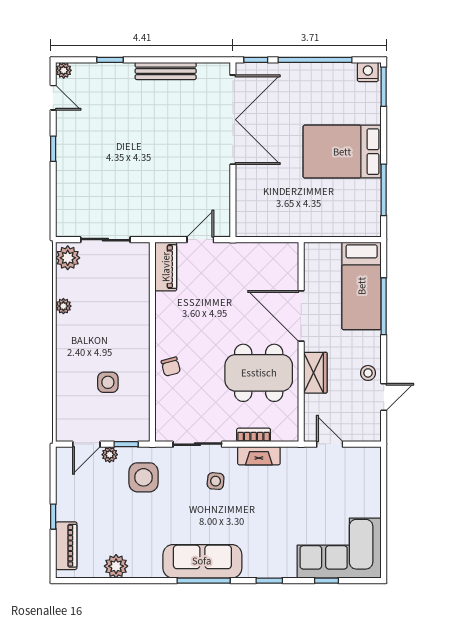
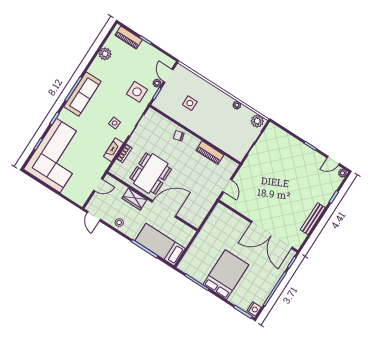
piano: (166, 267) -> (210, 153), moved
door: (384, 397) -> (94, 216), moved
corner sofa: (339, 548) -> (58, 155), width x1.36, depth x1.36

